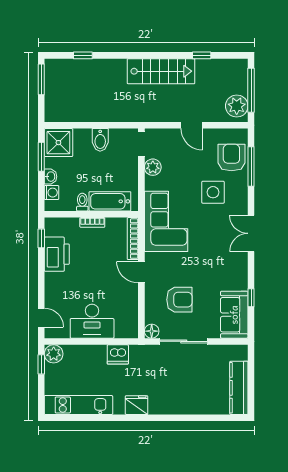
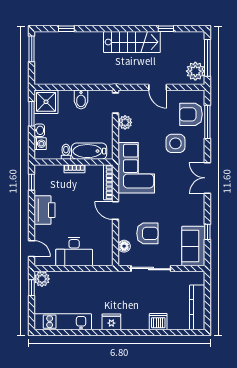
armchair: (231, 158) -> (191, 114), turned -90
printer: (57, 254) -> (45, 210), moved
floor lamp: (152, 331) -> (124, 246), moved
dishwasher: (118, 354) -> (158, 322), moved, turned 180

